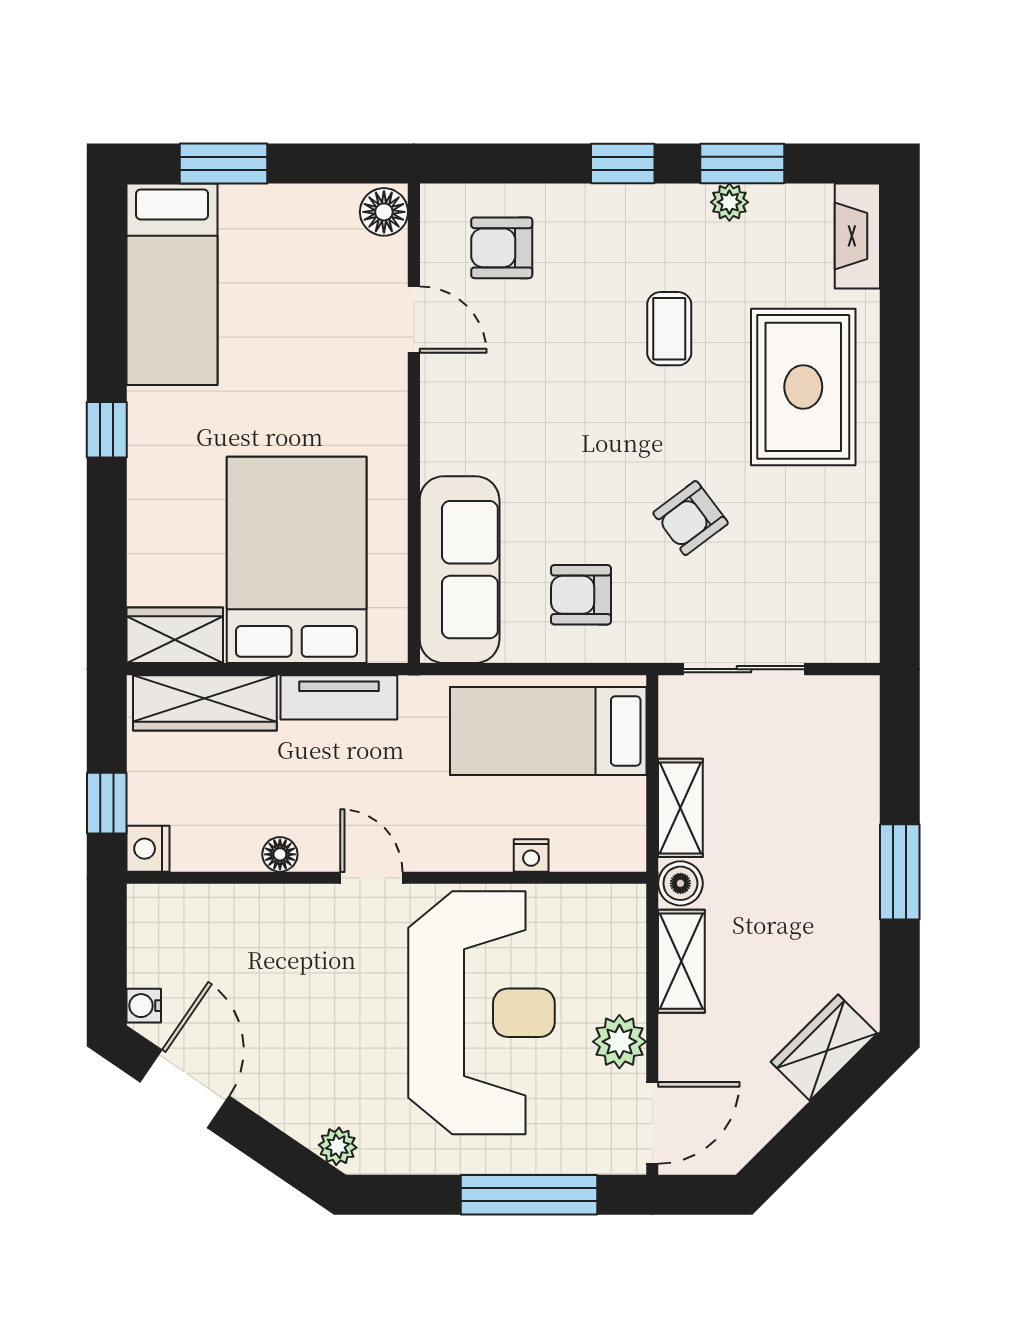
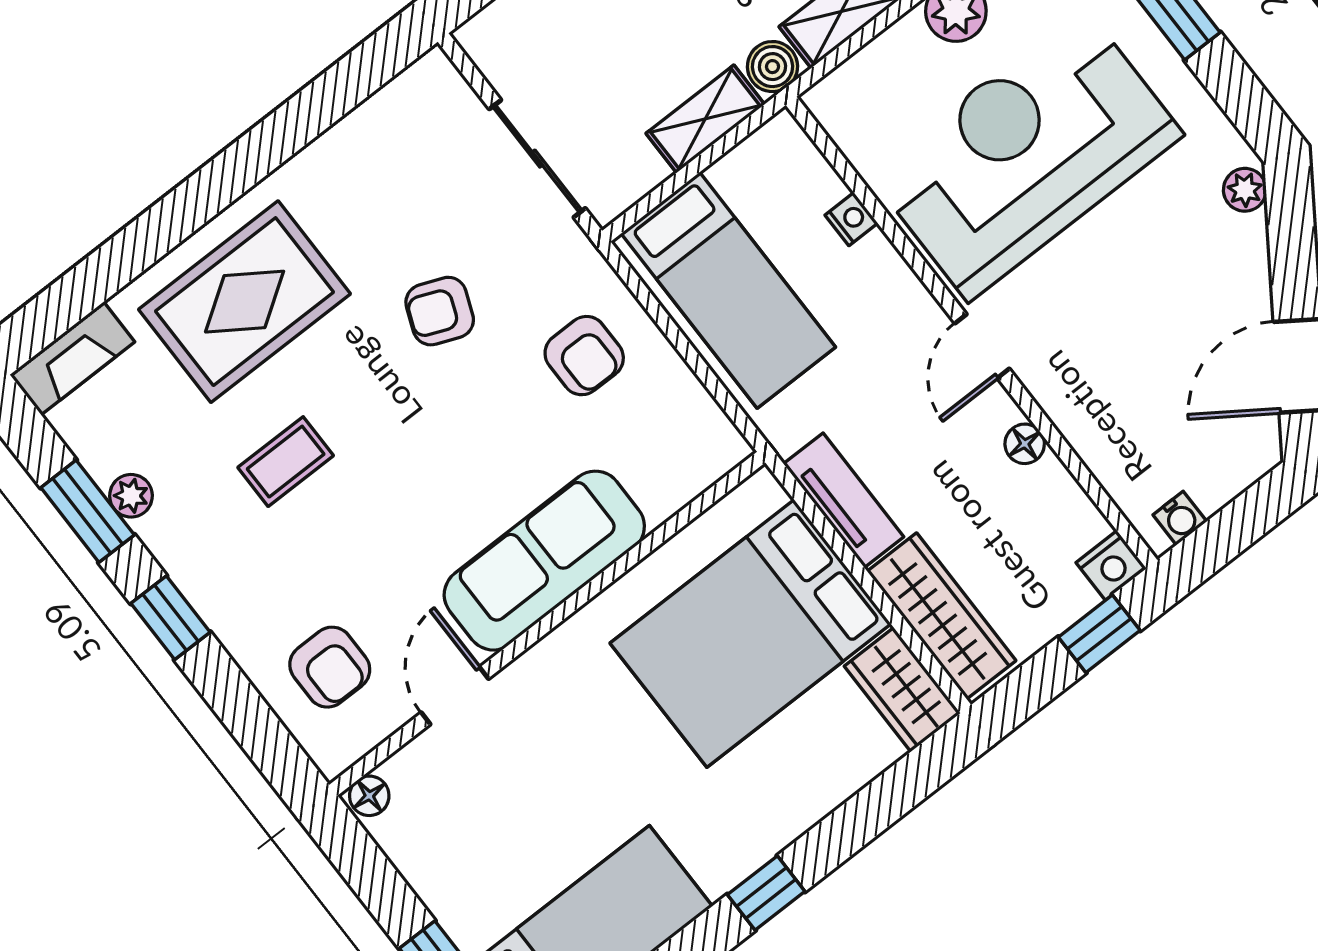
floor lamp: (384, 212) -> (369, 796), width x0.73, depth x0.73
armchair: (691, 518) -> (440, 311), turned 149
sofa: (460, 570) -> (544, 561), moved
water cooler: (144, 1006) -> (1180, 518), moved

